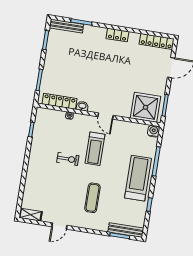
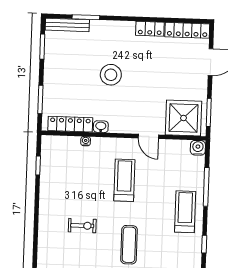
locker: (117, 35) -> (150, 29), moved
stool: (95, 68) -> (111, 75), added
door: (105, 116) -> (148, 136), moved
treadmill: (95, 149) -> (124, 180), turned 180
exercise bike: (68, 159) -> (82, 226), moved
treadmill: (138, 178) -> (185, 212), width x0.73, depth x0.73

